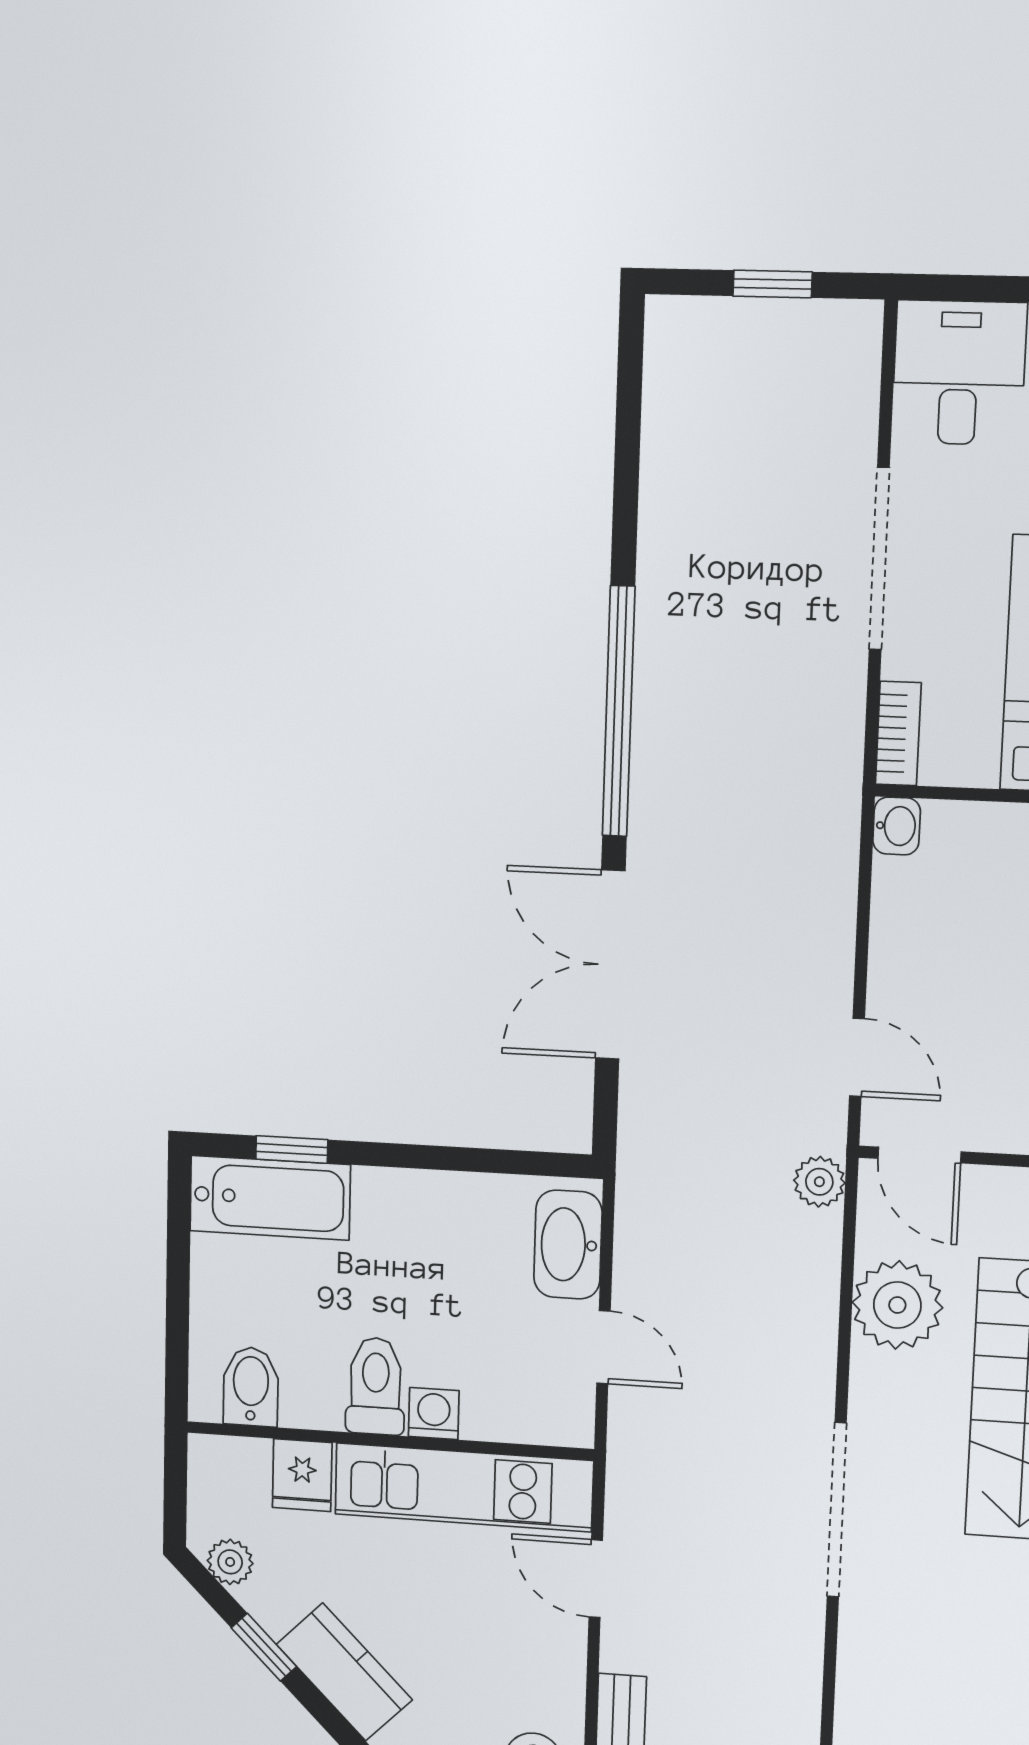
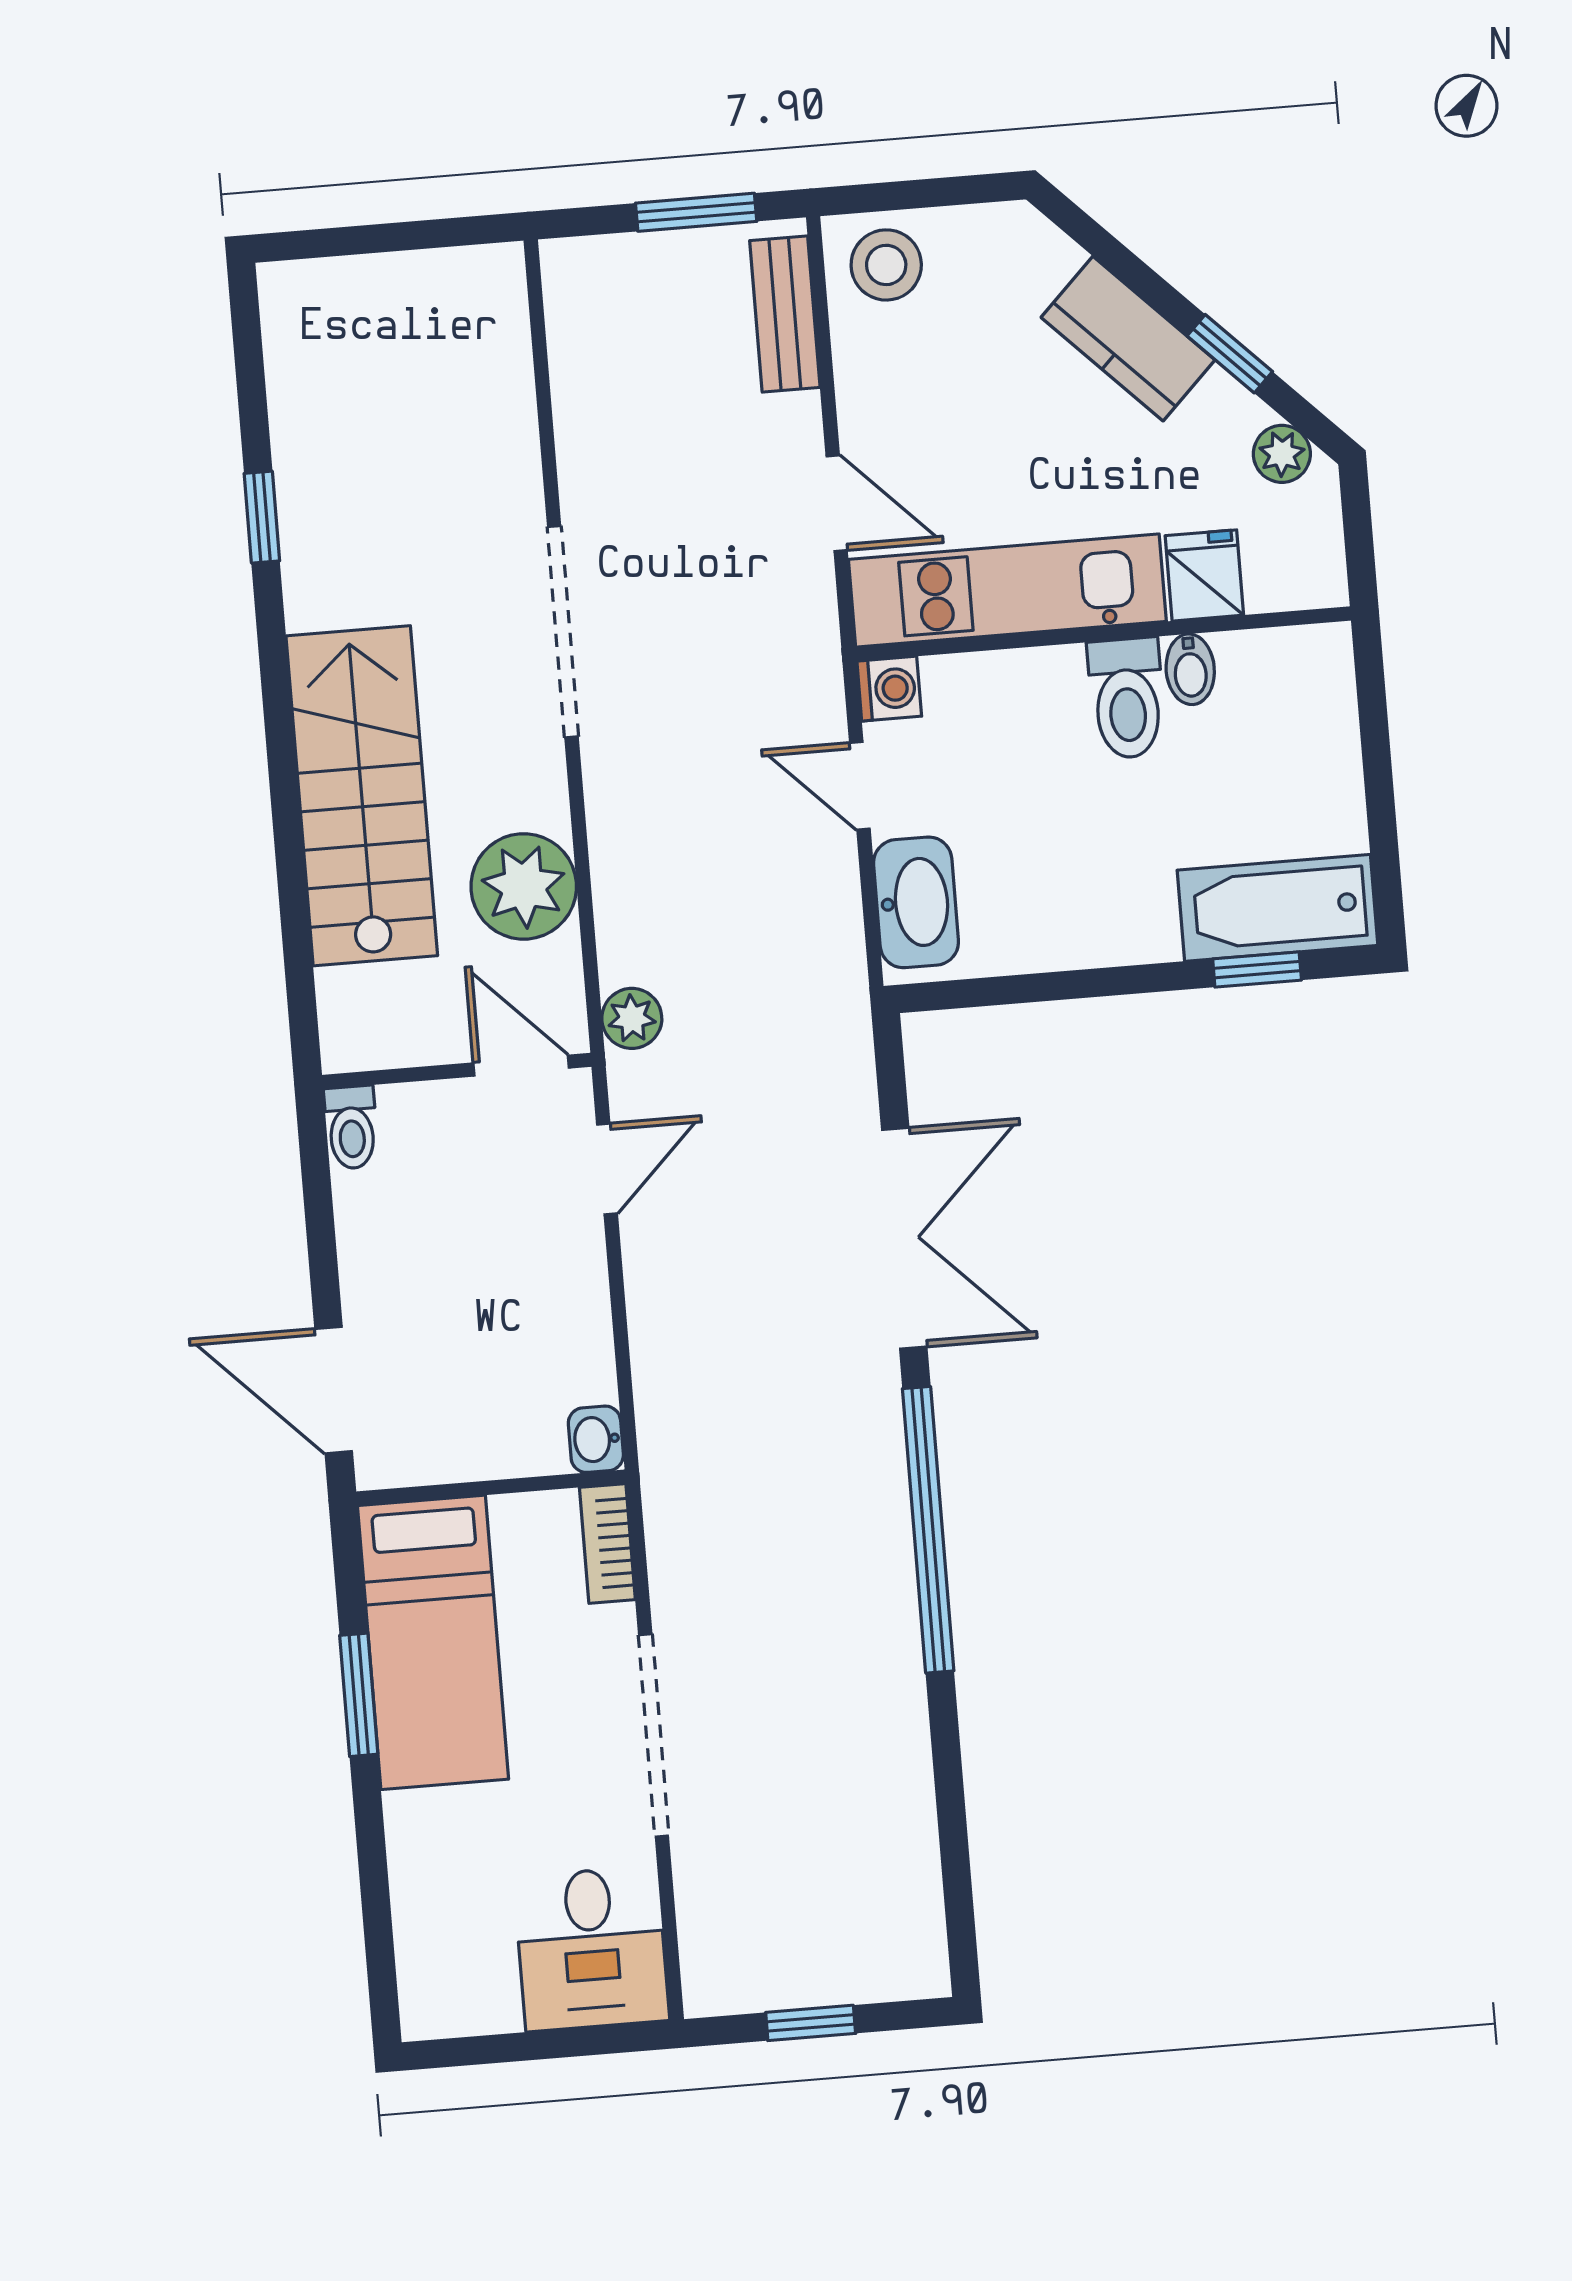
door: (857, 1057) -> (607, 1169), swing flipped
bidet: (251, 1387) -> (1190, 669), moved, width x0.72, depth x0.74
washing machine: (434, 1414) -> (889, 689), moved, turned -90

